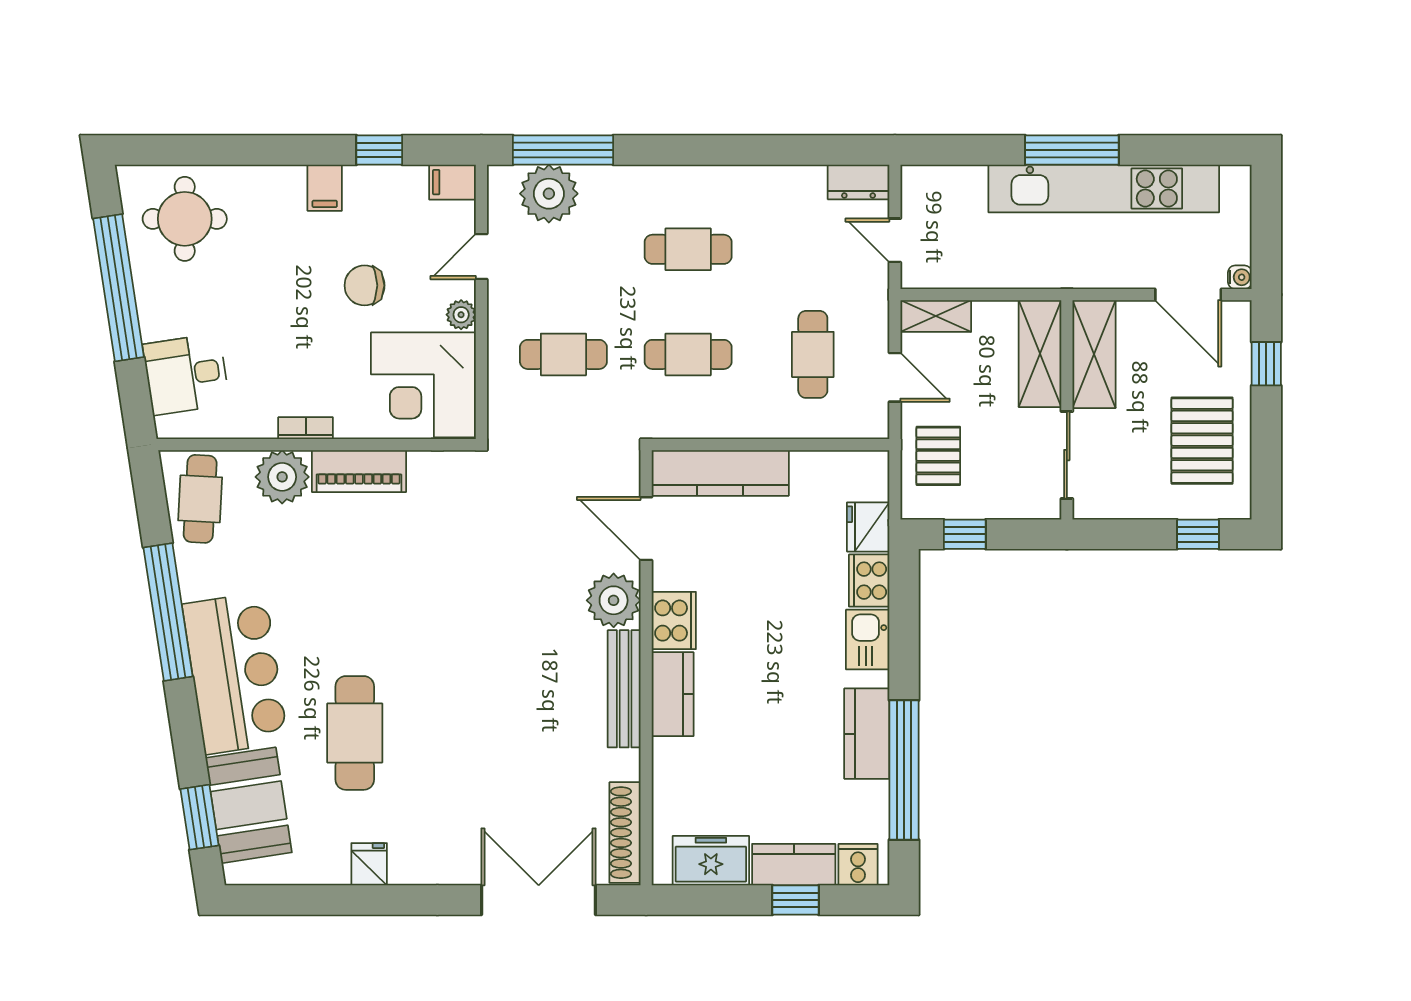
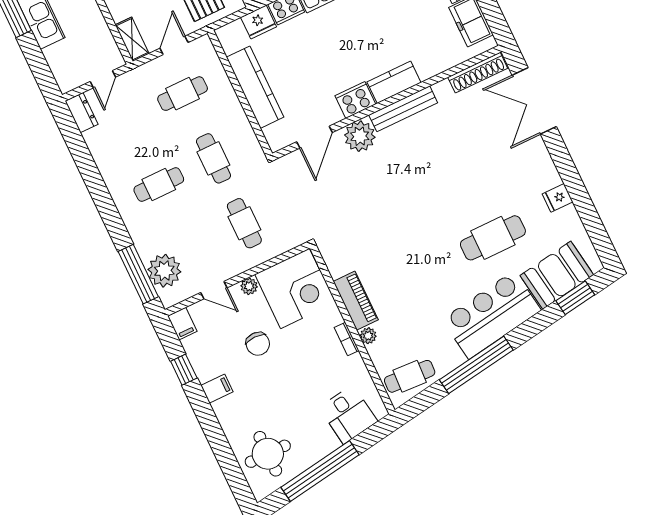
cafe table: (688, 249) -> (159, 184), turned 90
kitchen counter: (720, 473) -> (255, 87), moved
plant: (282, 477) -> (368, 336), width x0.53, depth x0.53

